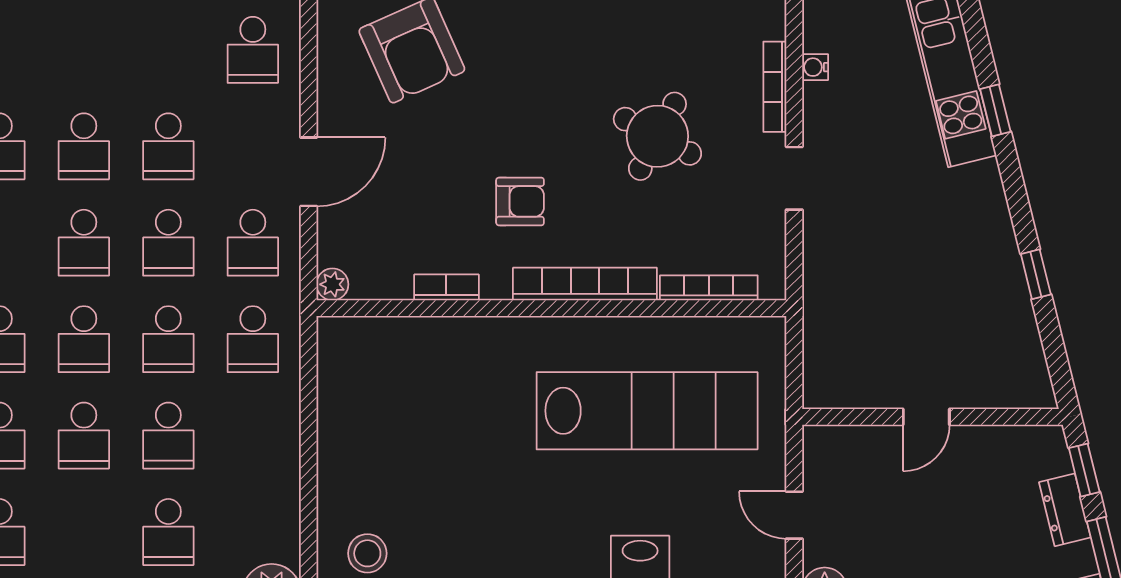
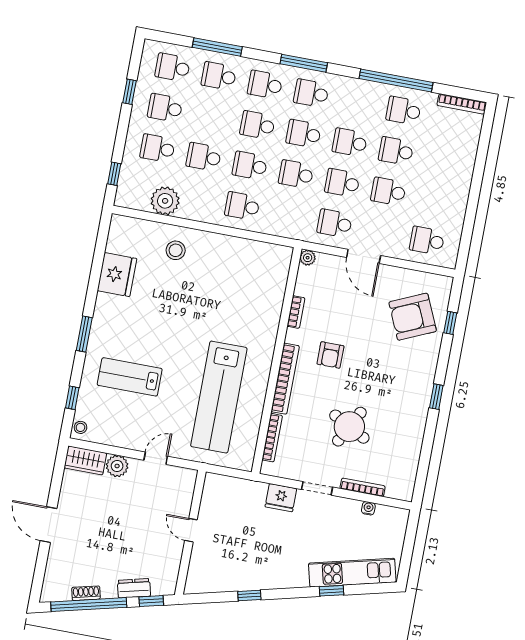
fridge: (827, 248) -> (281, 498), added
school desk: (253, 339) -> (242, 206), moved

